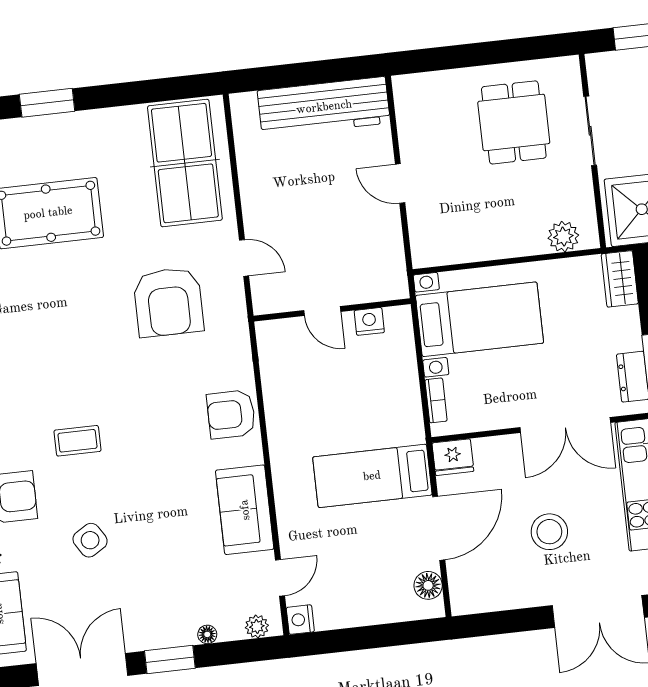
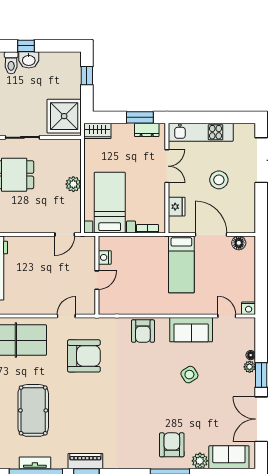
door: (400, 184) -> (65, 235), moved
plant: (563, 237) -> (73, 184), moved
double door: (565, 425) -> (167, 166), width x0.73
coffee table: (77, 441) -> (148, 409), removed
fridge: (453, 457) -> (177, 207), moved
side table: (90, 540) -> (189, 375), moved
plant: (257, 626) -> (250, 367), moved

